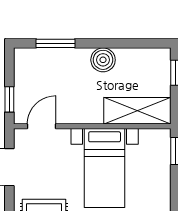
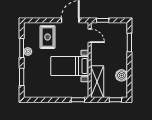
boiler: (103, 60) -> (122, 75), moved

